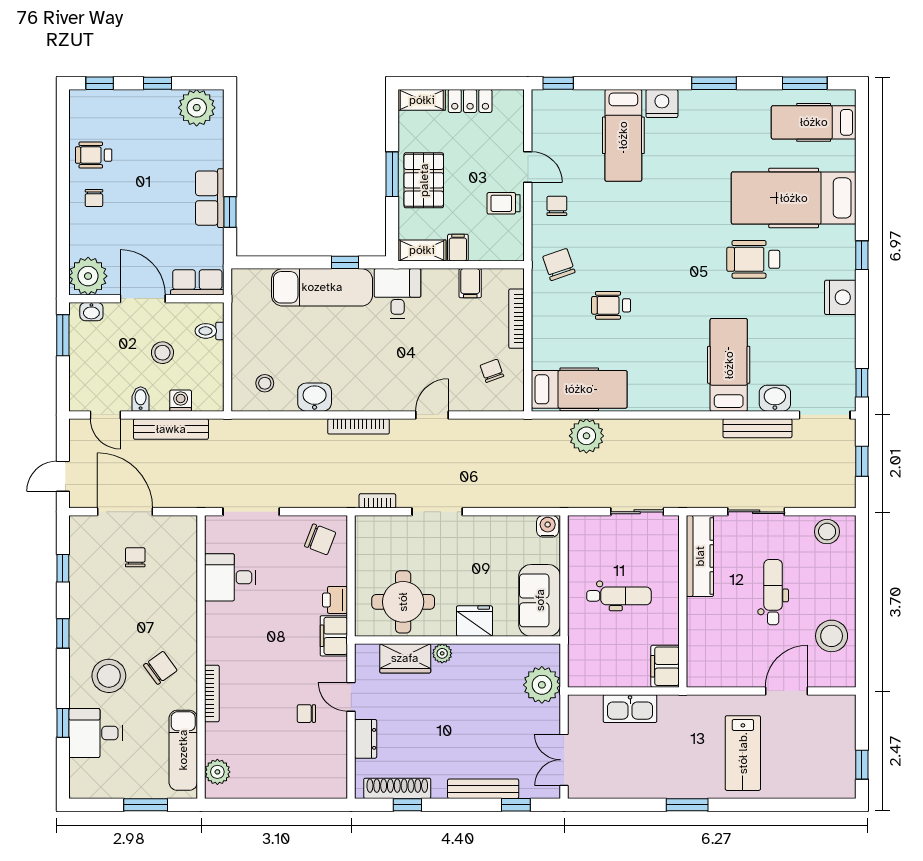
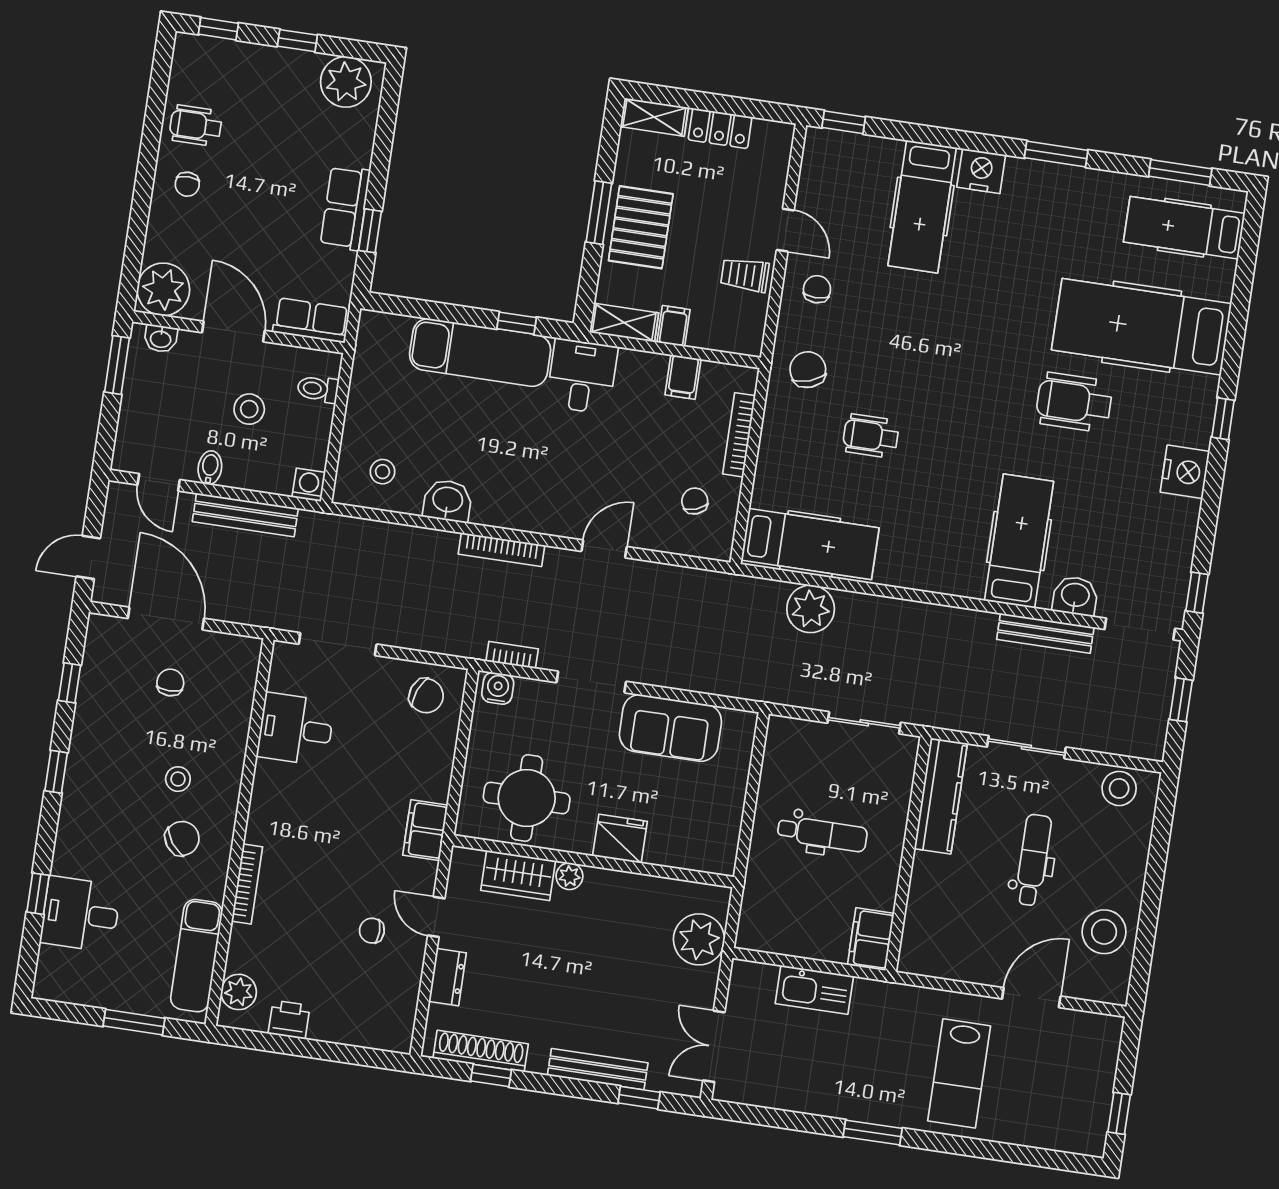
washing machine: (181, 401) -> (309, 485), moved
water cooler: (548, 526) -> (498, 688), moved
printer: (335, 600) -> (289, 1020), moved, turned 90
sofa: (540, 600) -> (670, 728), moved, turned -90
stool: (109, 676) -> (178, 779), moved, width x0.53, depth x0.53

